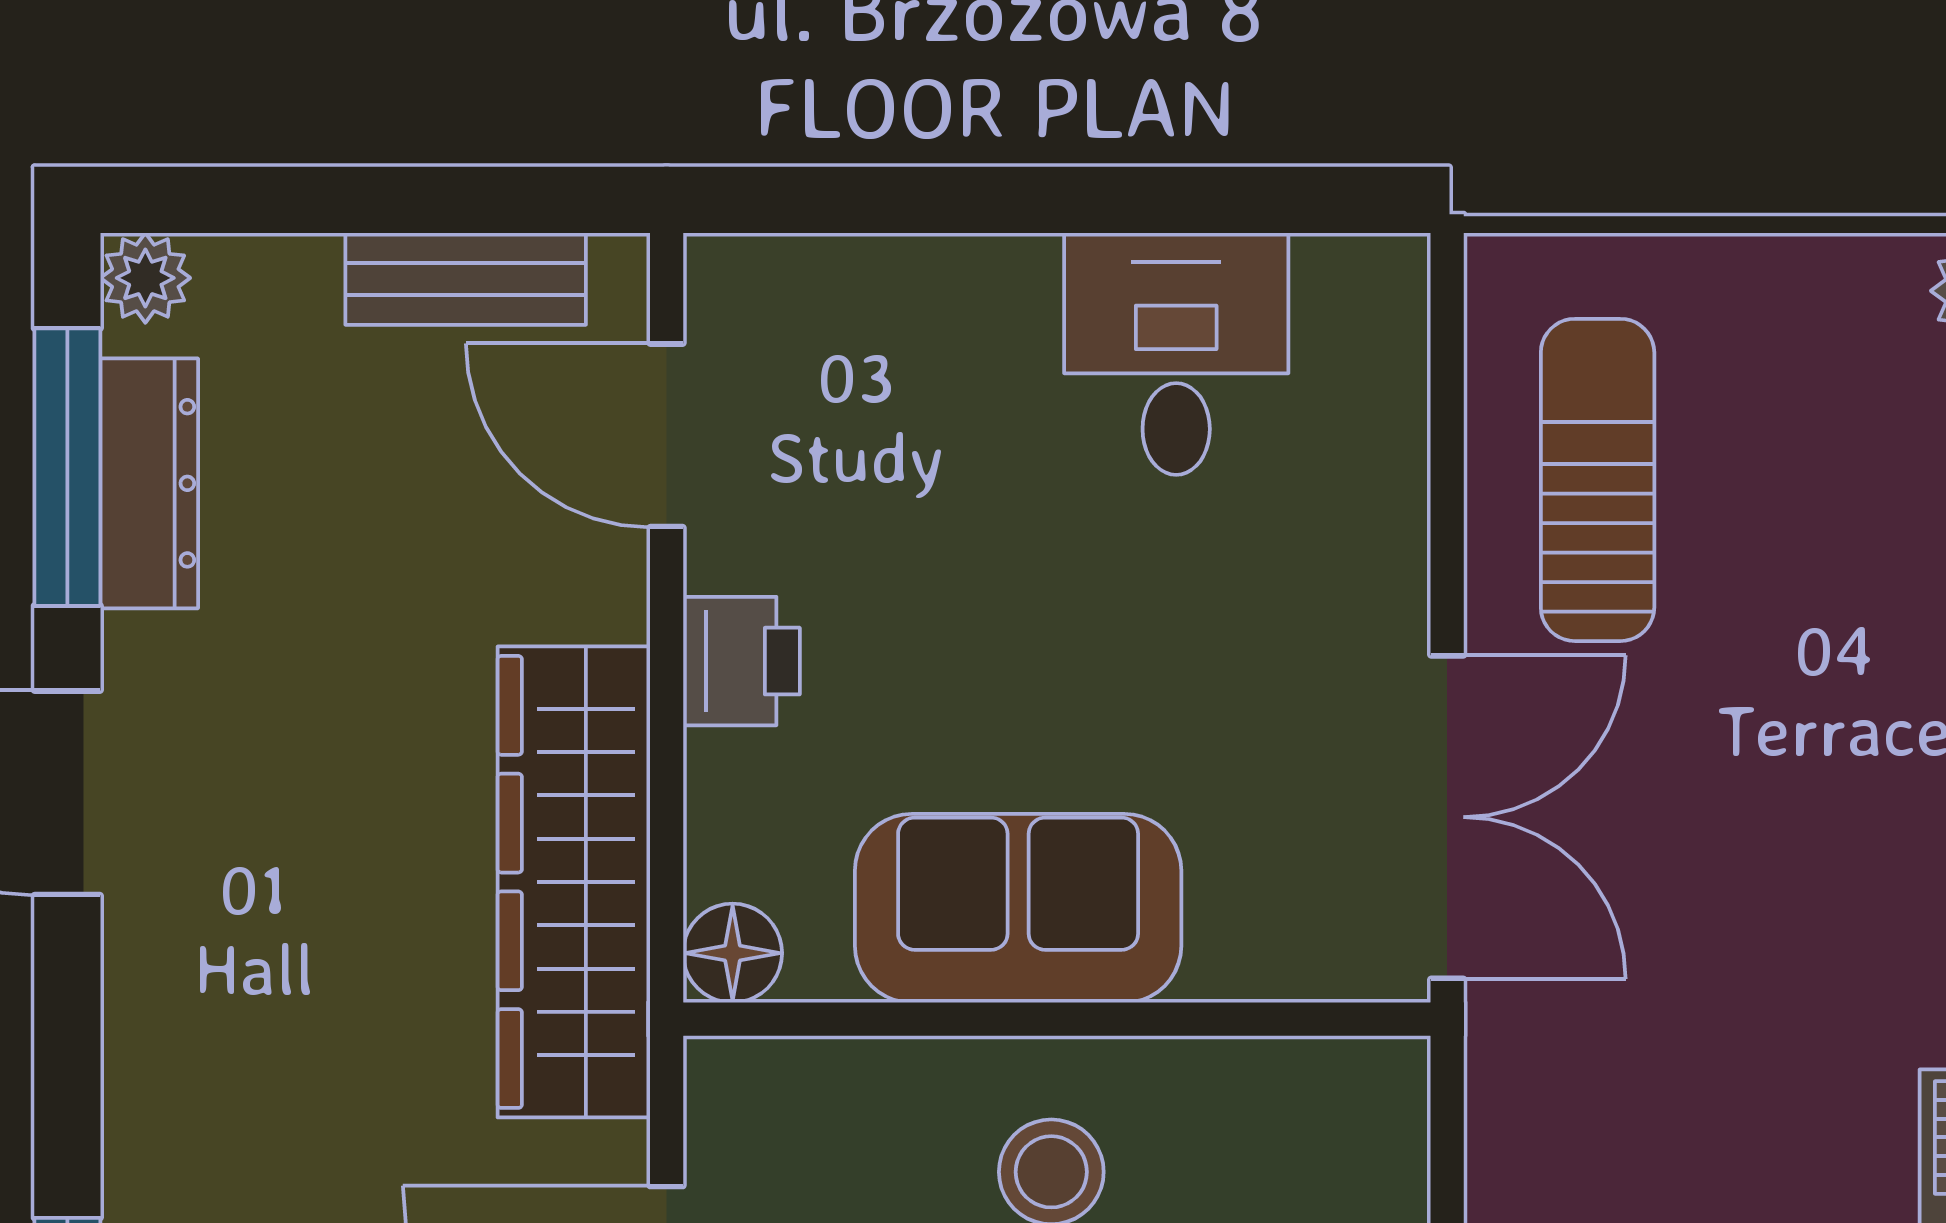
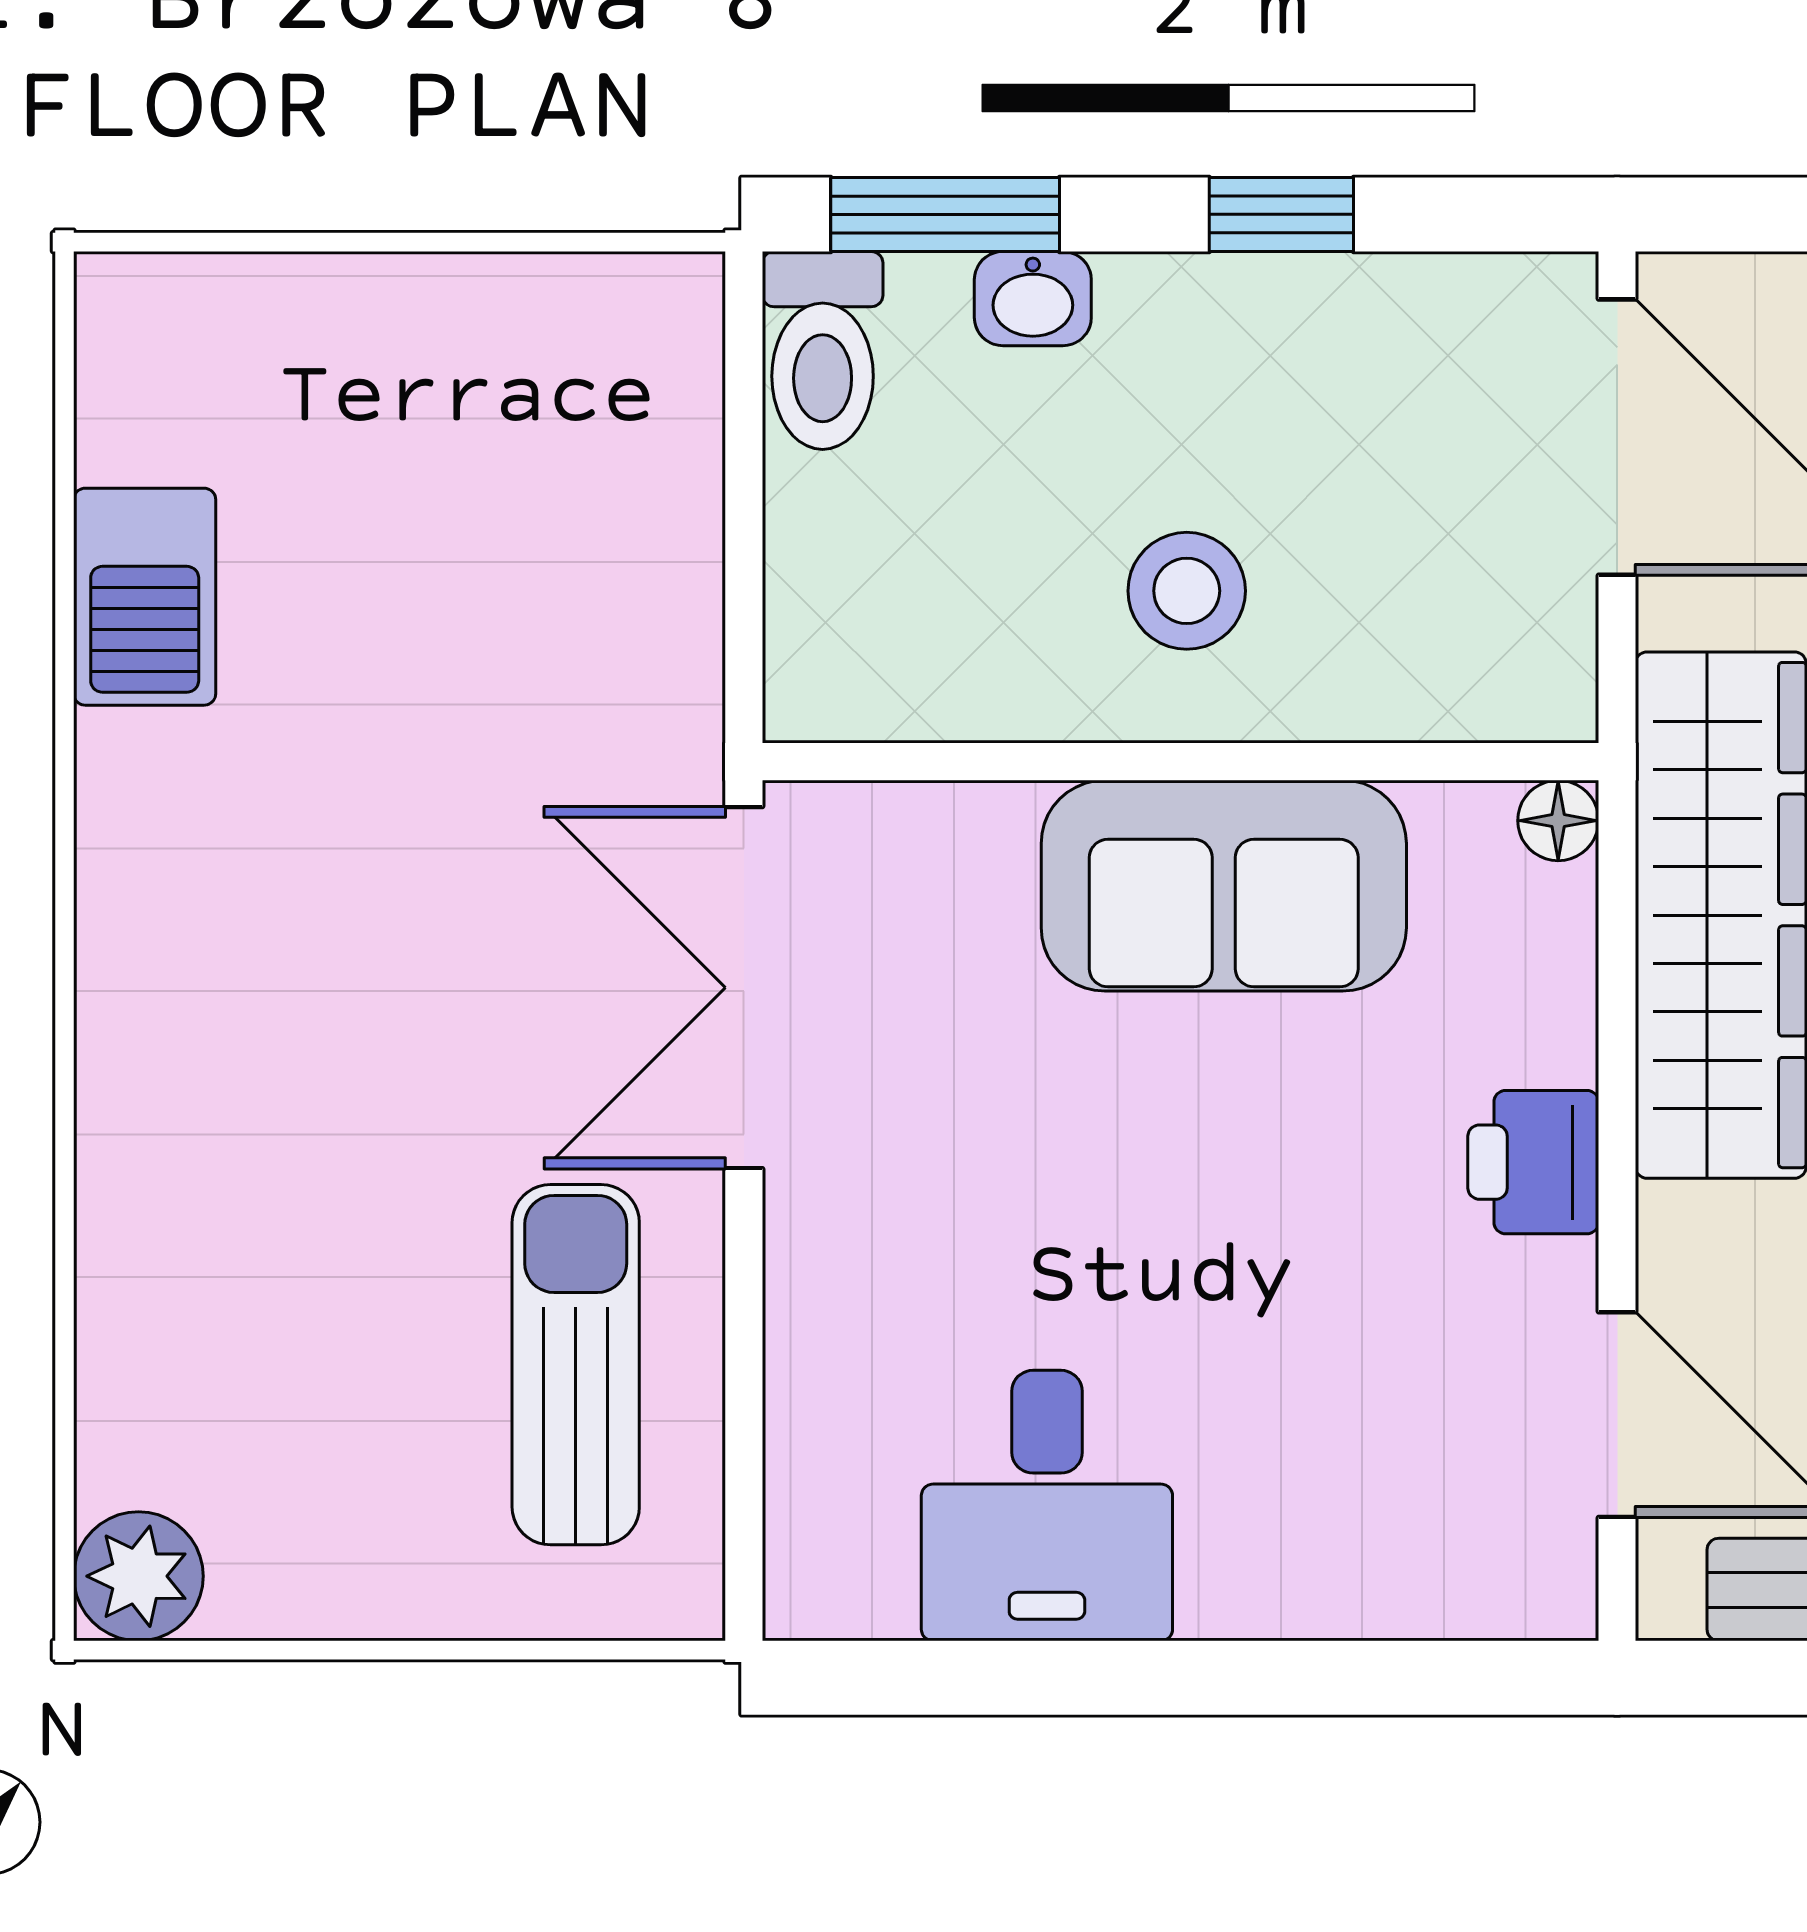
sun lounger: (1598, 480) -> (576, 1365), turned 180
floor lamp: (733, 953) -> (1558, 821), width x0.73, depth x0.73

